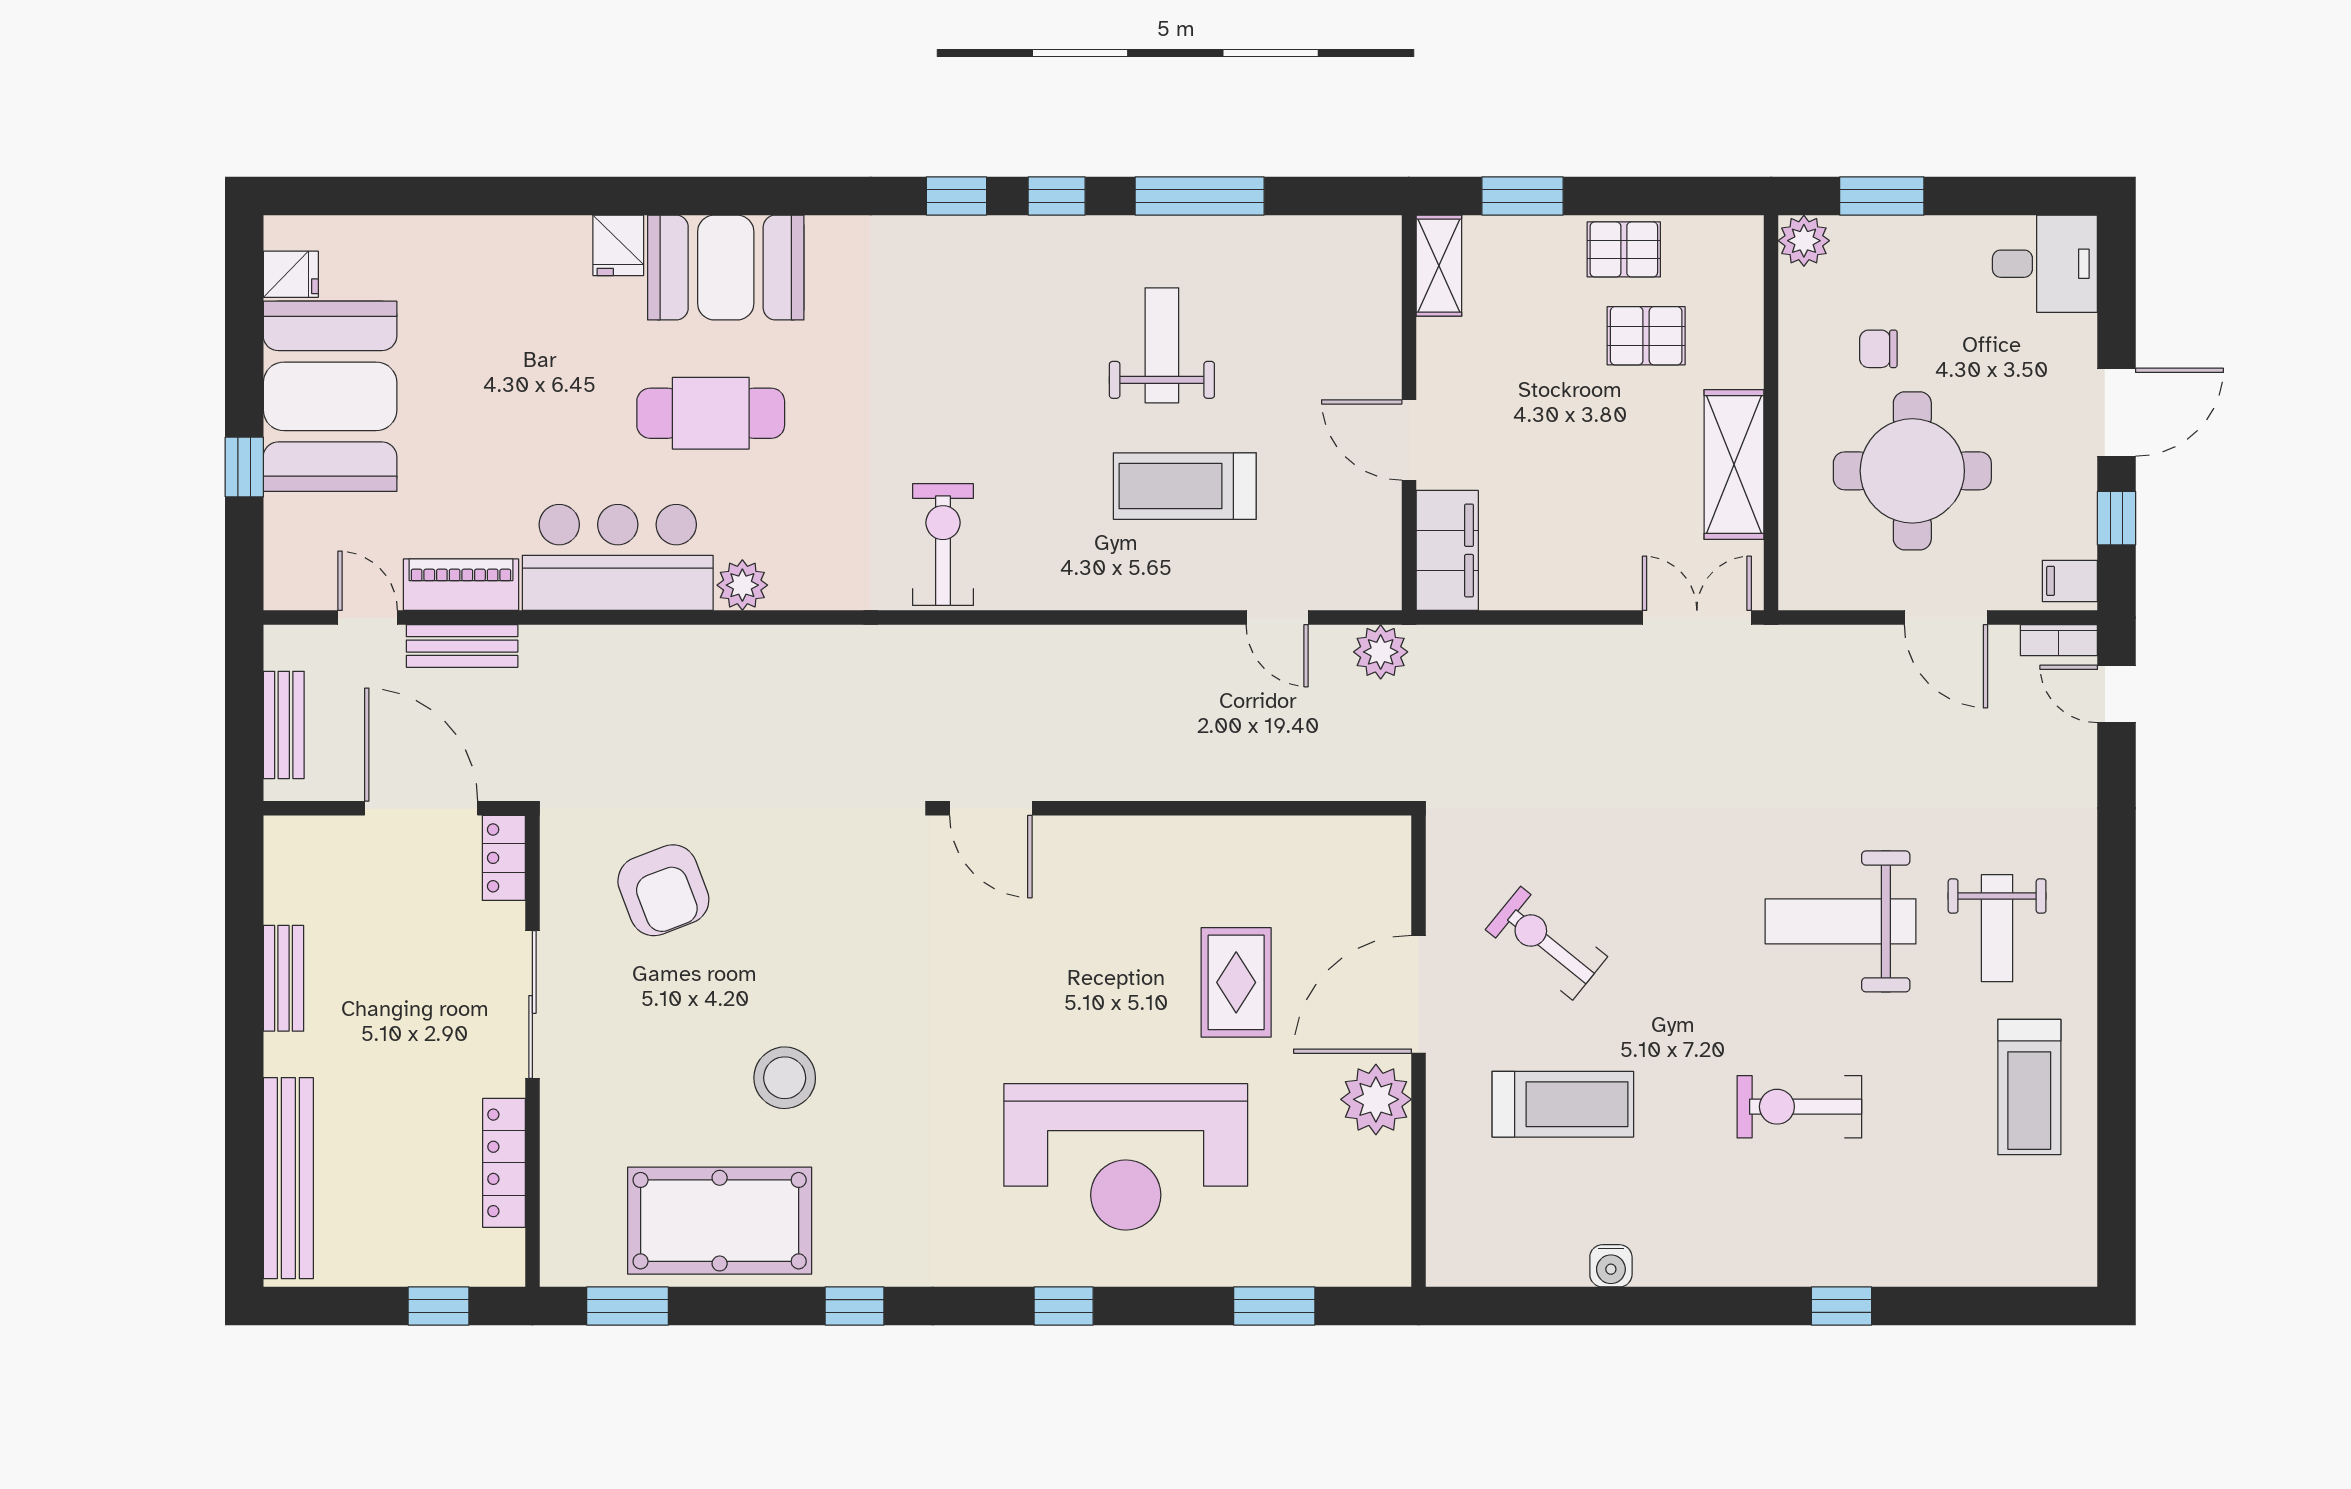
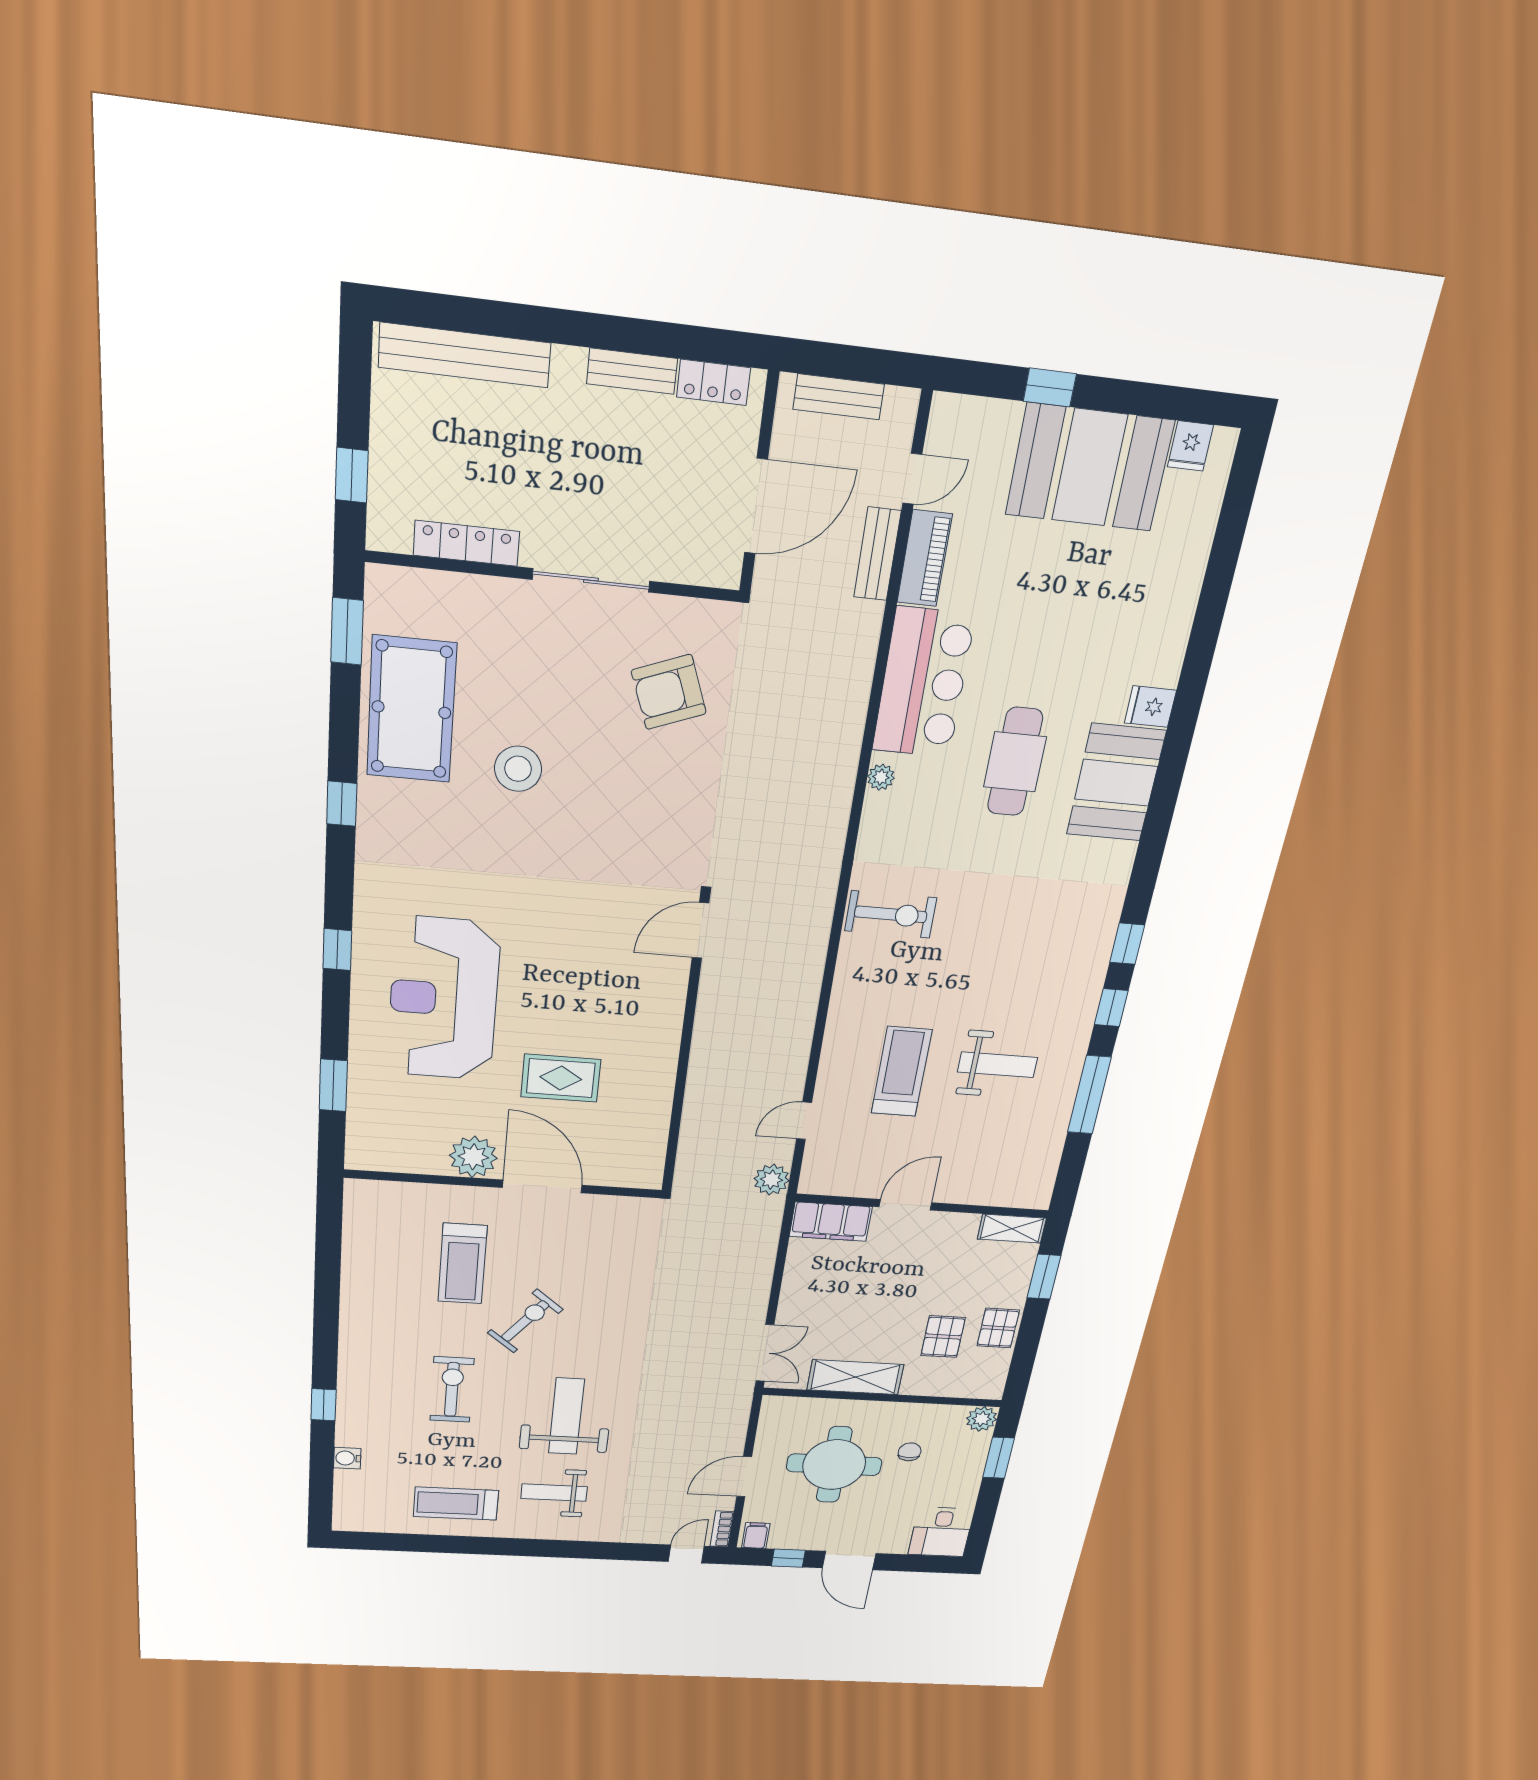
plant: (742, 585) -> (881, 777), width x0.73, depth x0.73
locker: (504, 858) -> (714, 382), moved, turned 180
exercise bike: (1547, 943) -> (525, 1321), moved
water cooler: (1611, 1266) -> (347, 1458), moved

